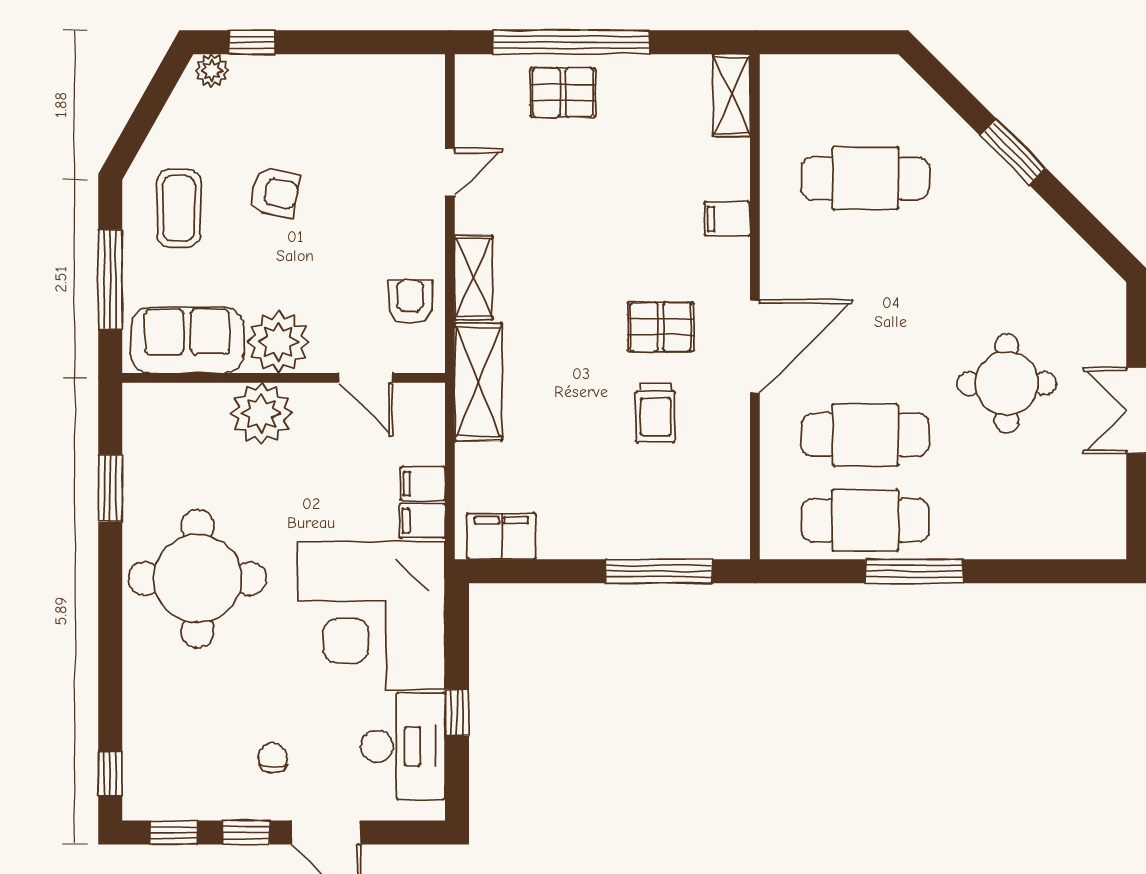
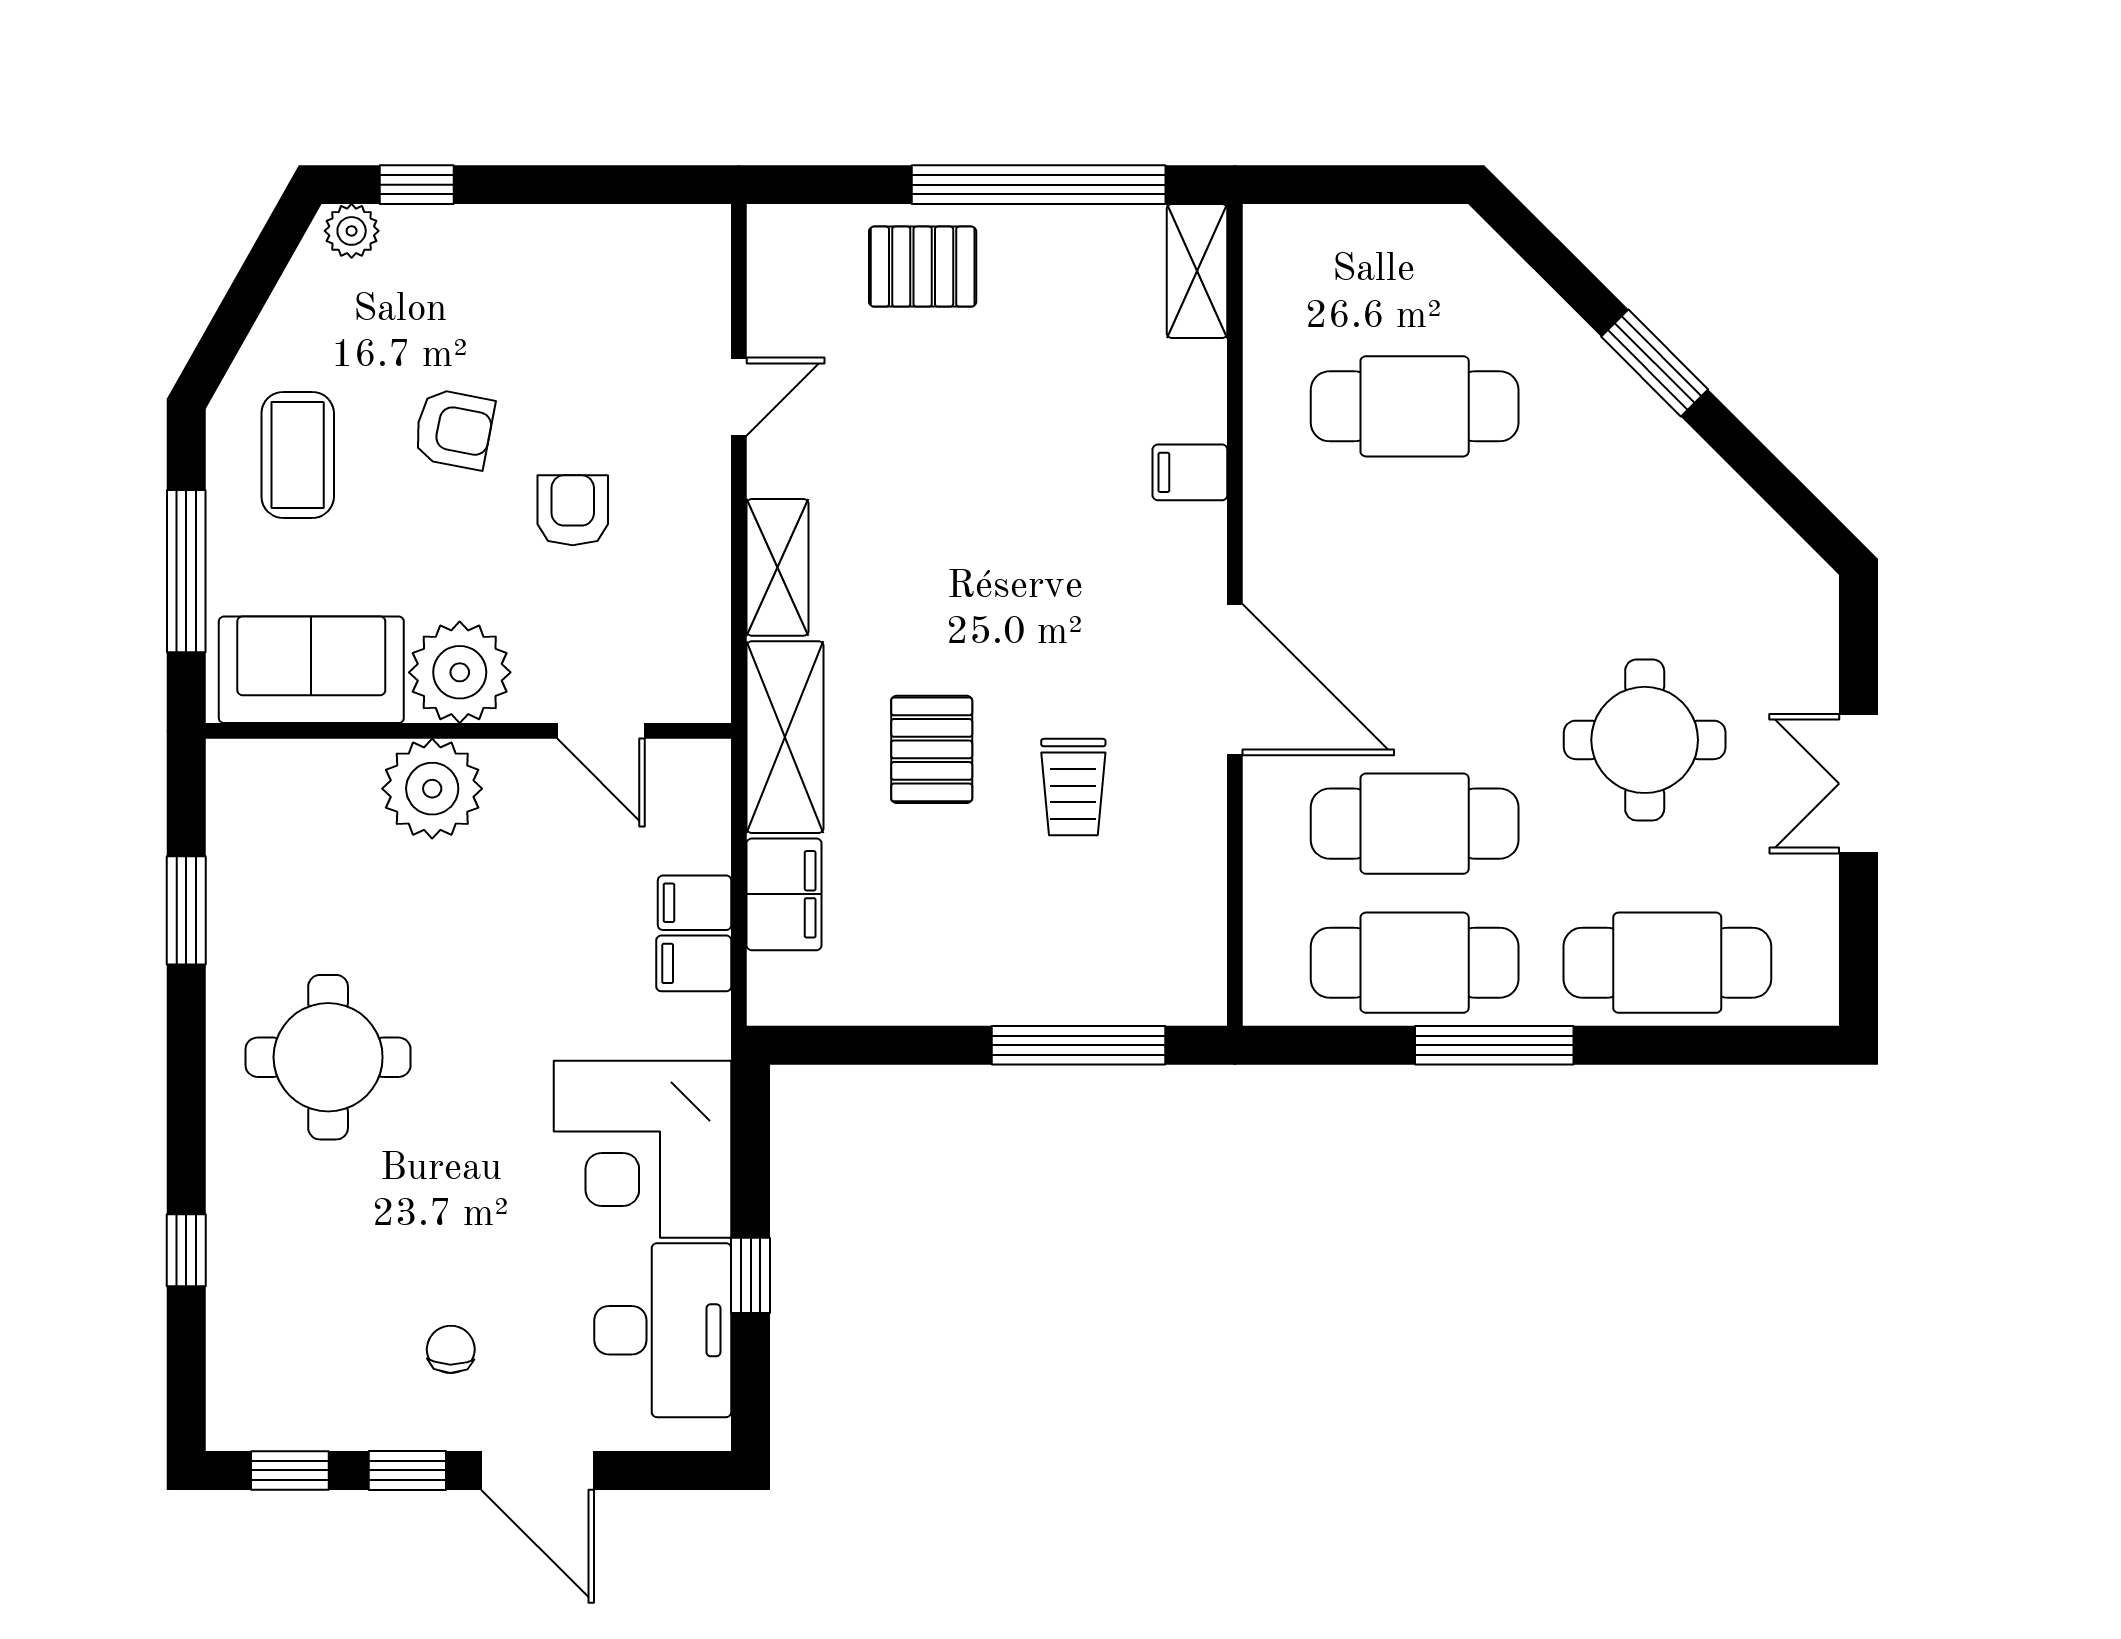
window: (571, 42) -> (1039, 185), moved
armchair: (410, 302) -> (573, 510), moved
pallet: (661, 327) -> (932, 749), moved, turned 90
door: (755, 346) -> (1235, 680), hinge flipped
cafe table: (1021, 520) -> (1667, 963), added
filing cabinet: (501, 536) -> (784, 894), moved, turned 90
round table: (197, 579) -> (328, 1057), width x0.73, depth x0.73
corner desk: (371, 615) -> (642, 1149), width x0.74, depth x0.74
window: (110, 773) -> (186, 1250), moved

